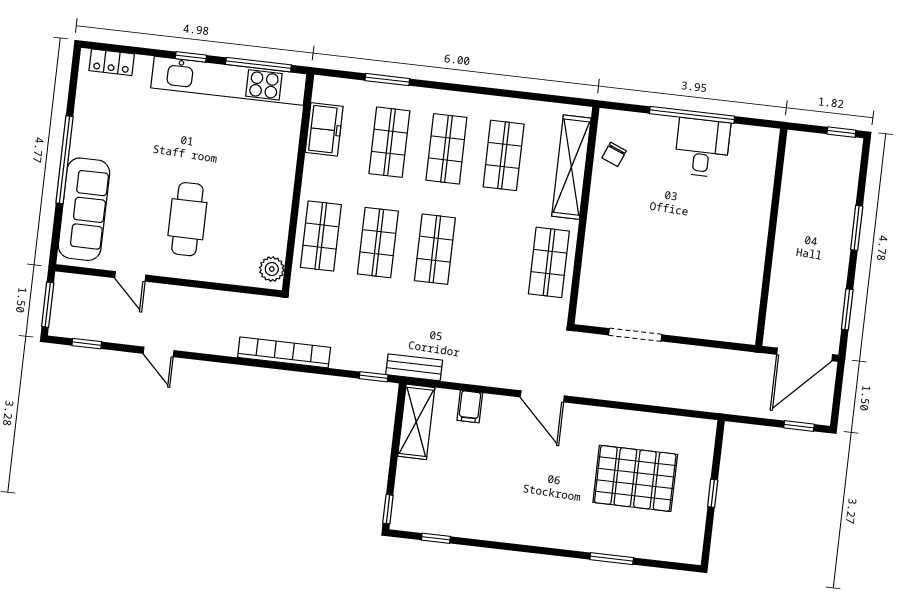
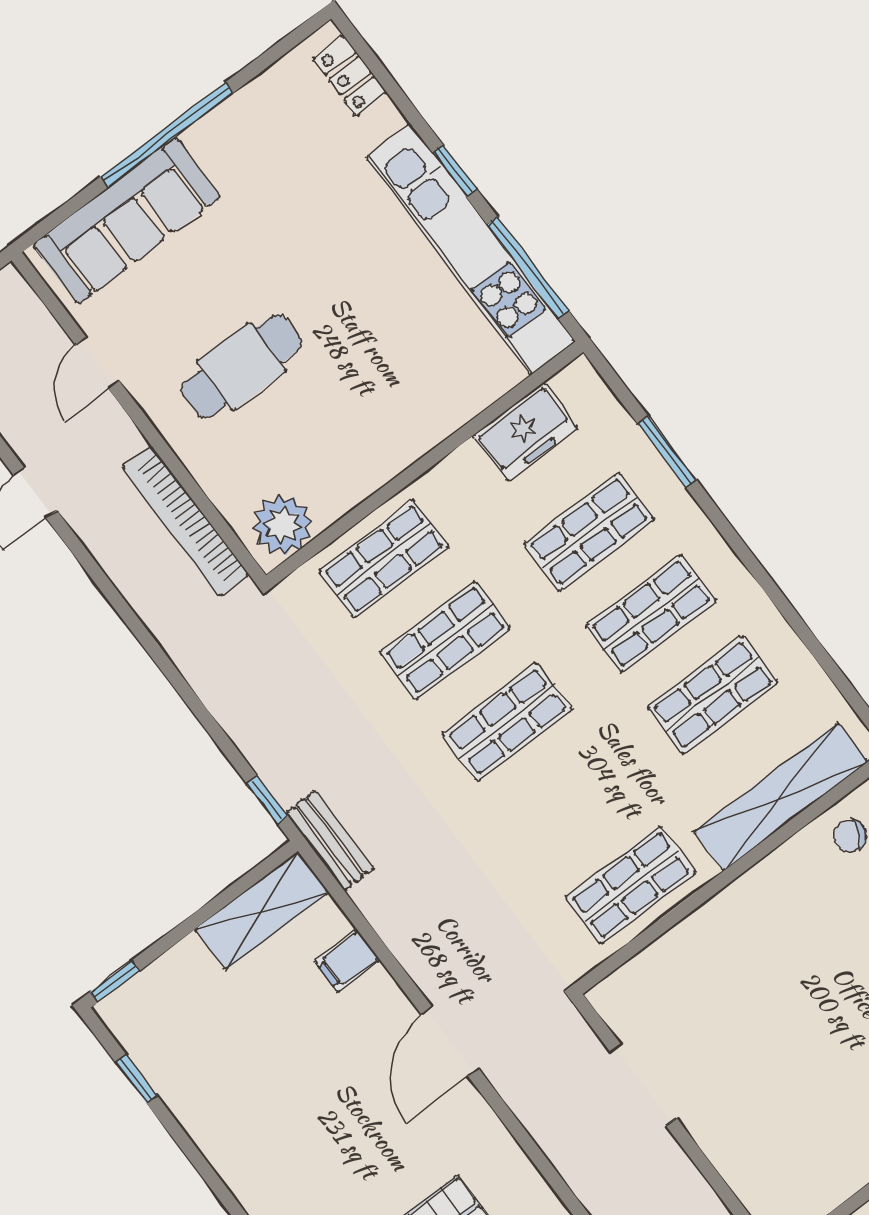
plant: (272, 269) -> (283, 525), width x1.36, depth x1.36
bookcase: (284, 352) -> (186, 521), moved, turned 180

